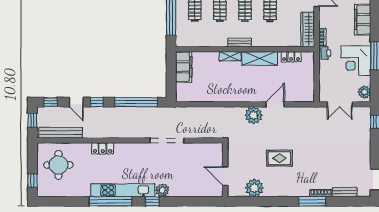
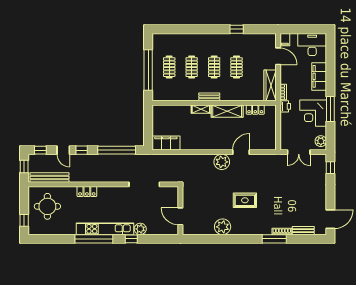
filing cabinet: (184, 67) -> (166, 143), moved, turned -90
wall: (225, 170) -> (180, 211), moved
door: (225, 176) -> (180, 216), moved

